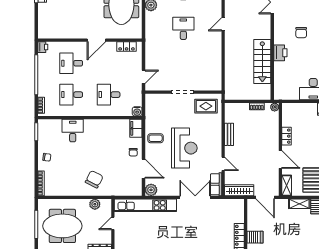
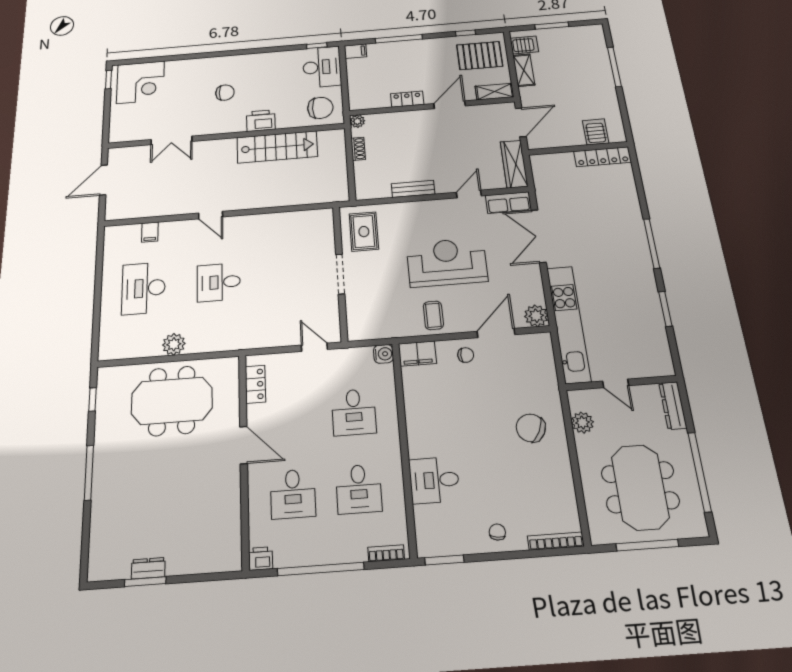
chair: (285, 87) -> (320, 108), added

